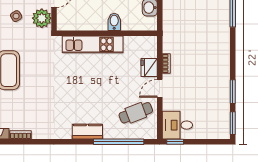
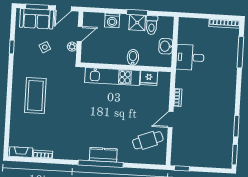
plant: (42, 18) -> (72, 47), width x0.53, depth x0.53
fridge: (149, 68) -> (149, 78), moved, turned -90
desk: (177, 125) -> (190, 57), moved
window: (119, 142) -> (101, 164), moved

